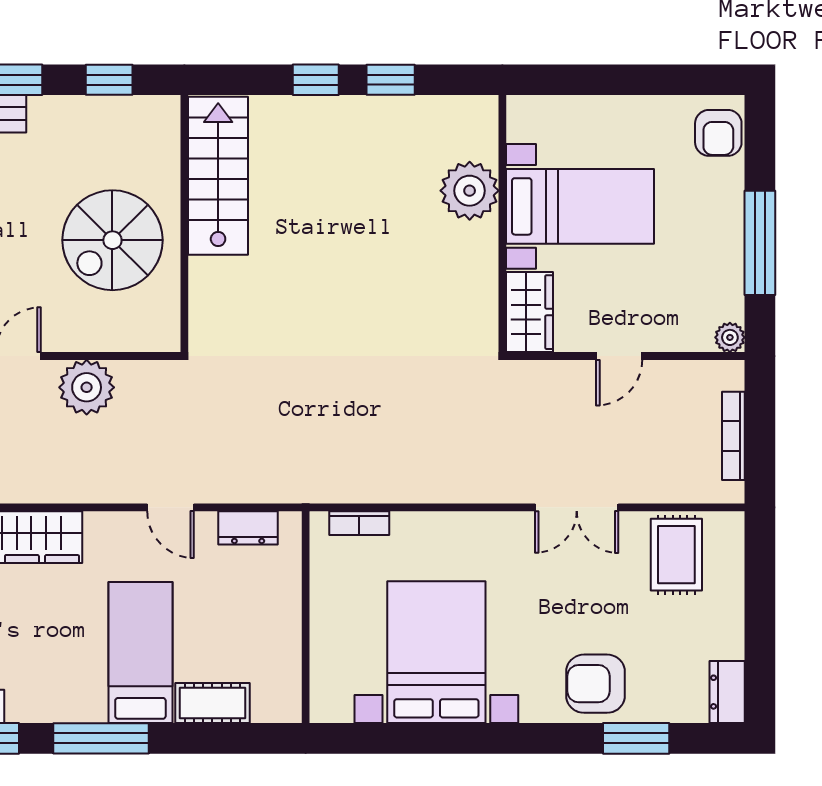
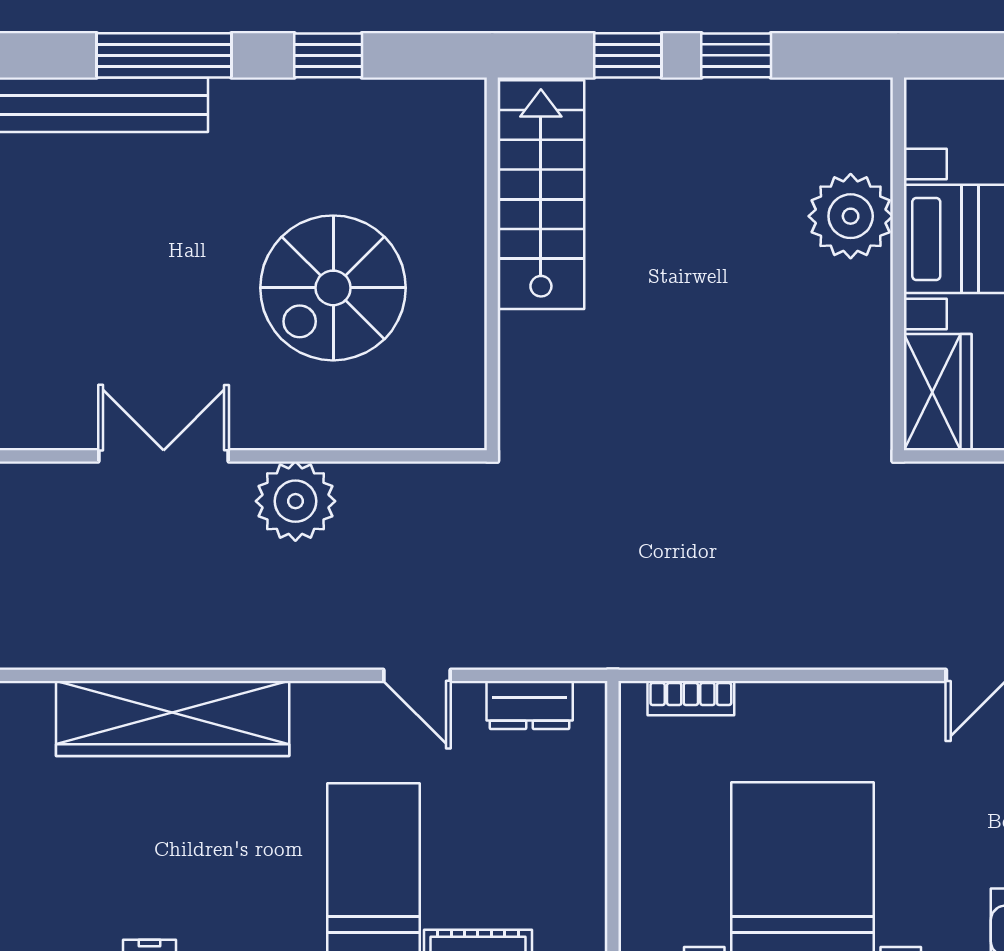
stairs: (218, 176) -> (541, 195), moved
wall: (184, 224) -> (492, 264), moved

